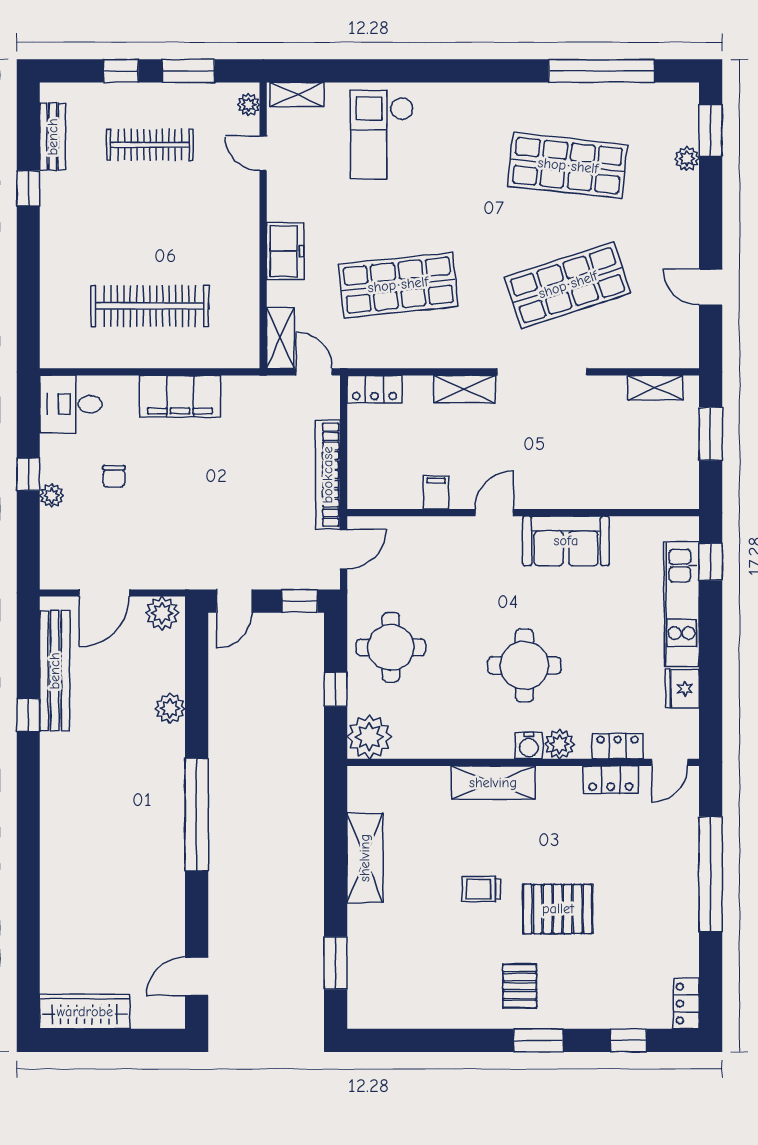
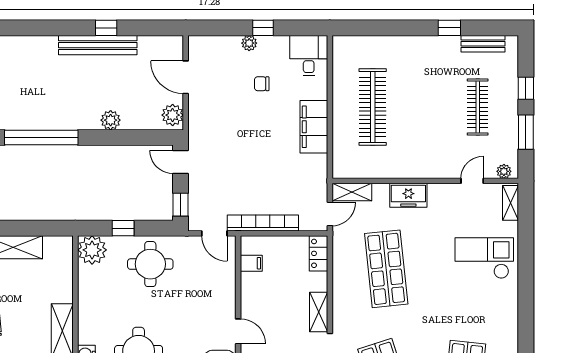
filing cabinet: (436, 492) -> (251, 263), moved
bench: (55, 671) -> (98, 45), moved

